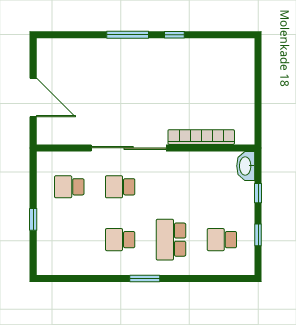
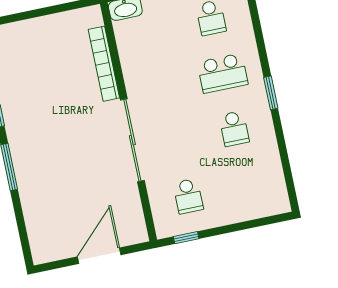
school desk: (120, 187) -> (177, 141), removed
window: (33, 219) -> (186, 238), moved

